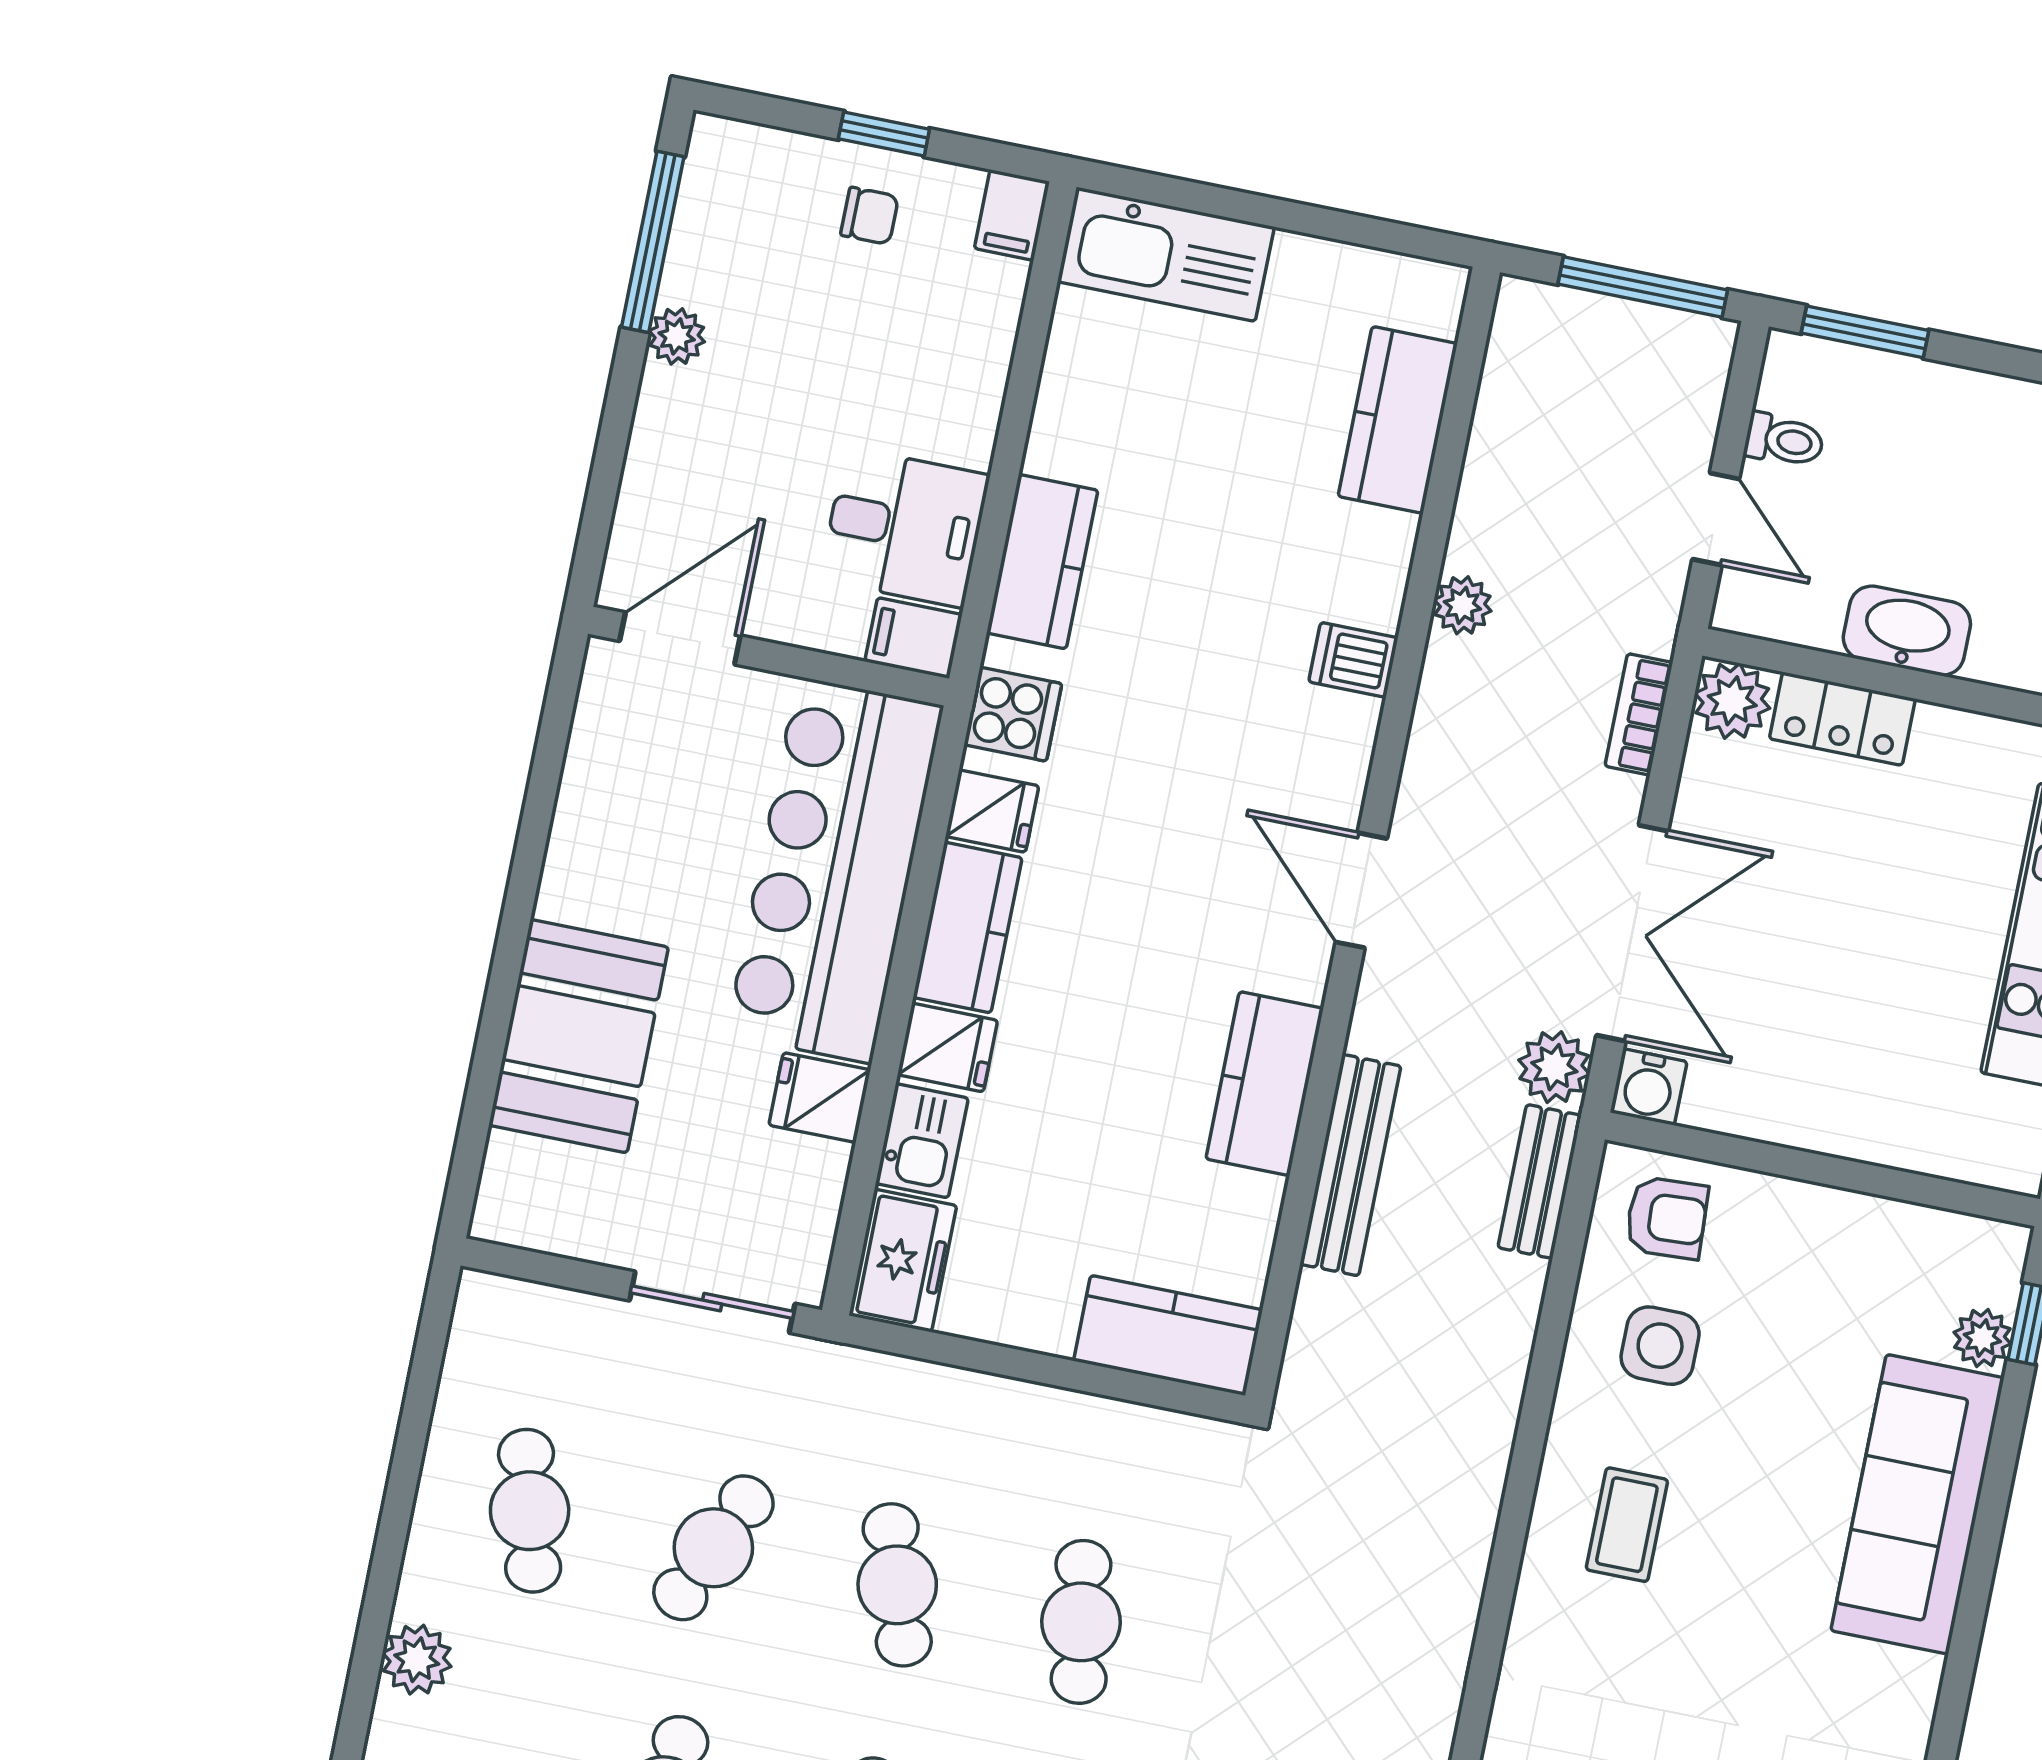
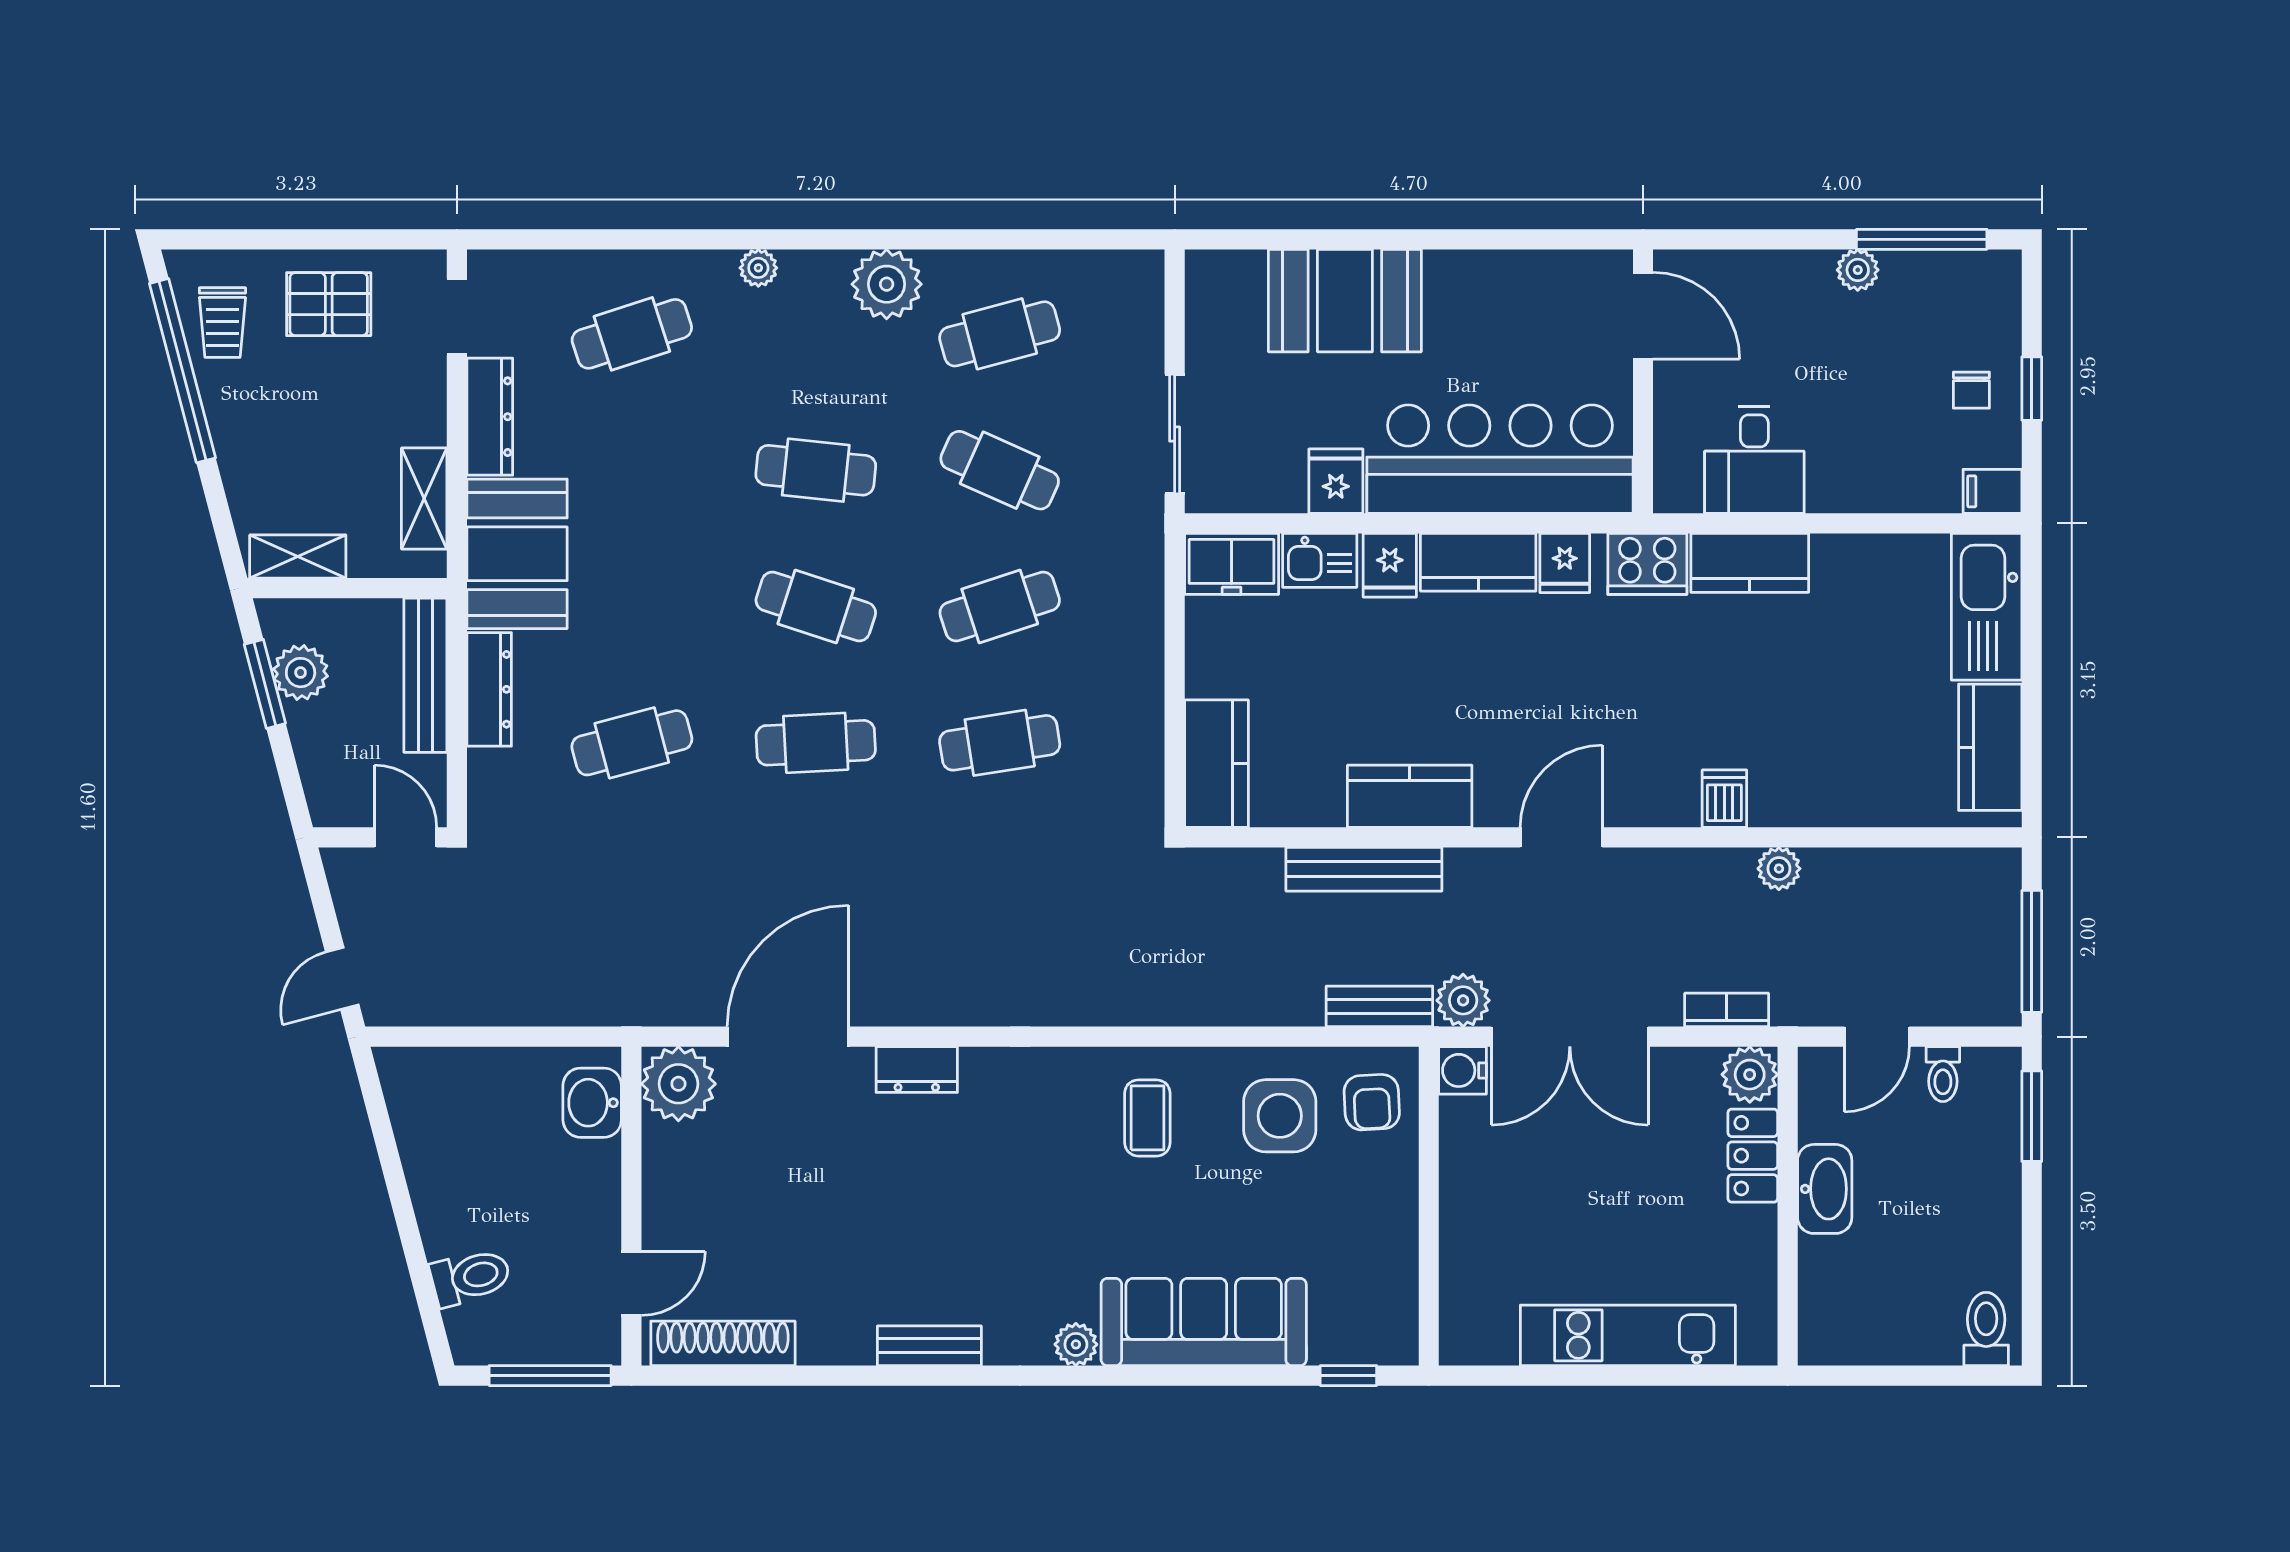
kitchen counter: (1398, 420) -> (1990, 747), moved, turned -90
filing cabinet: (914, 638) -> (1677, 482), removed
cooker: (1013, 714) -> (1647, 564), width x1.36
plant: (1982, 1338) -> (1076, 1344), moved
side table: (1660, 1346) -> (1280, 1116), width x1.37, depth x1.37
coffee table: (1627, 1525) -> (1147, 1118), turned 90
plant: (417, 1660) -> (887, 284), width x1.36, depth x1.36

